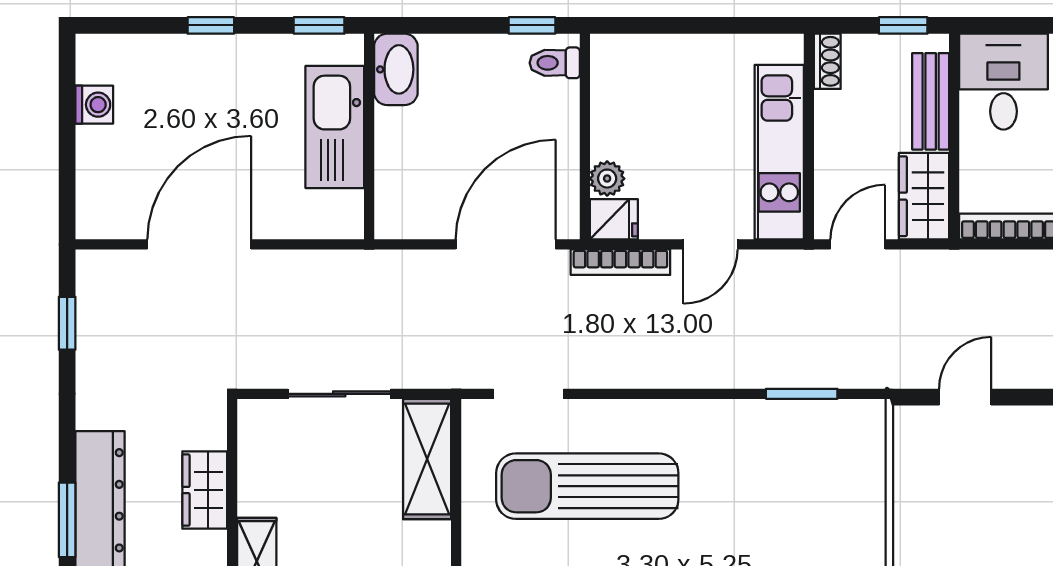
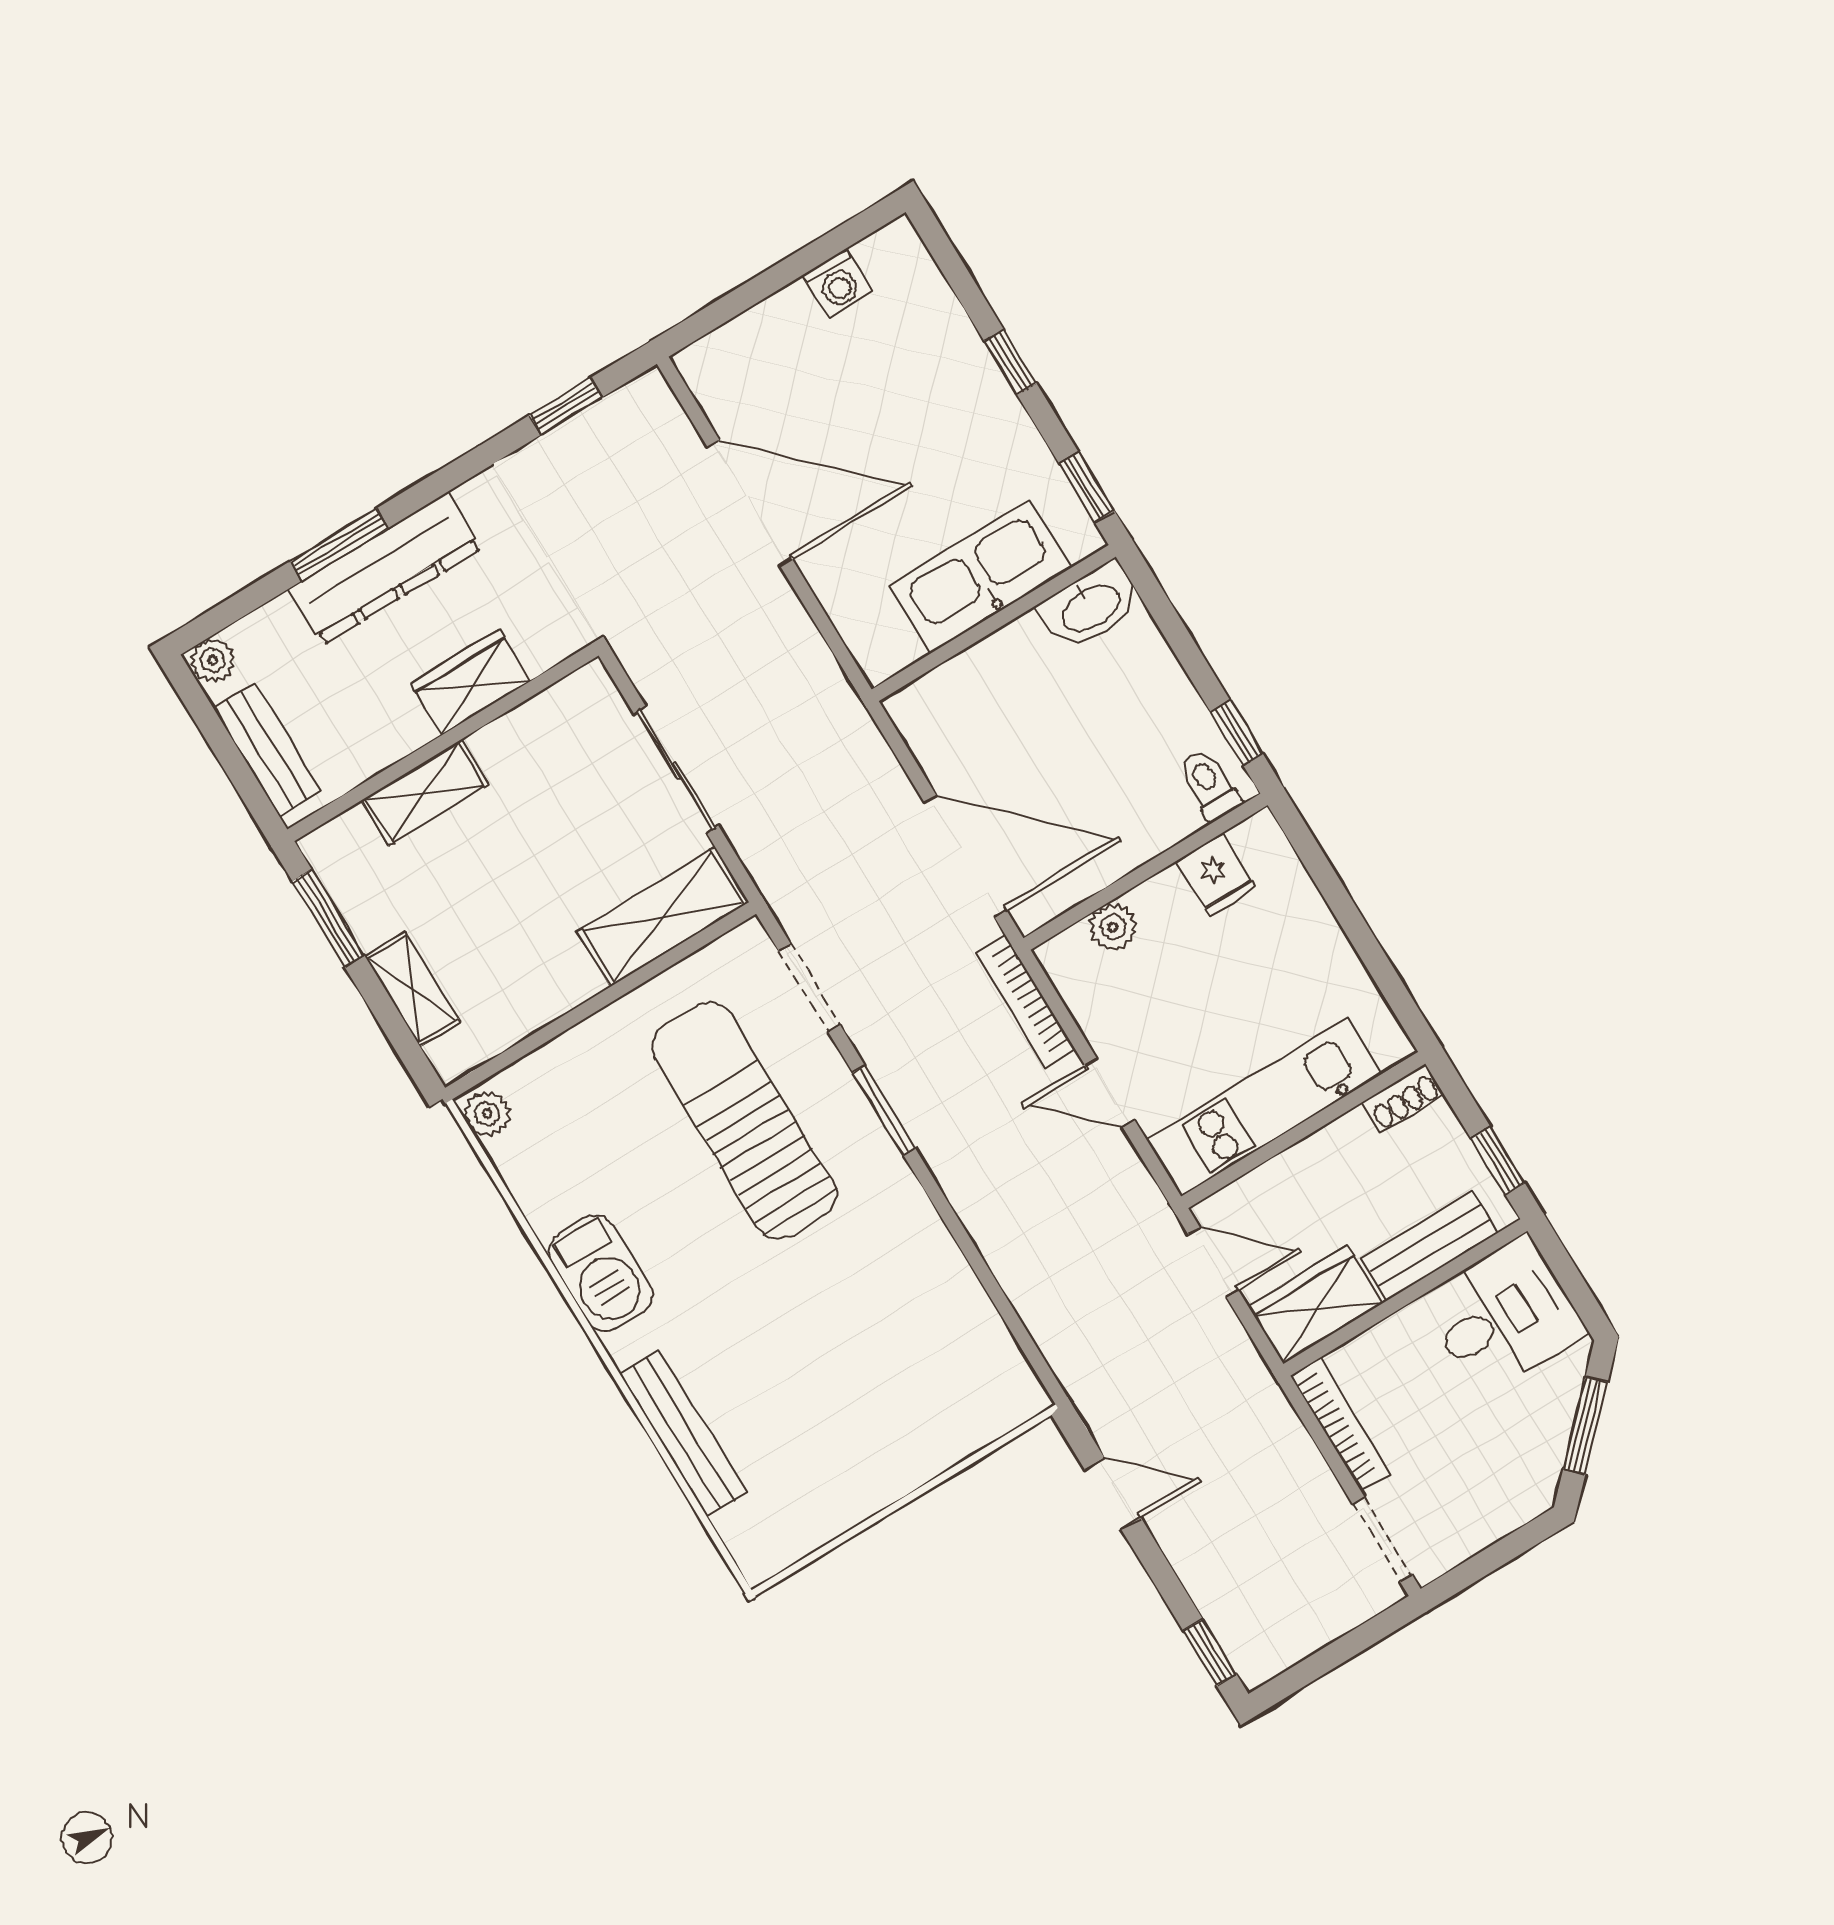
fridge: (614, 219) -> (1216, 875), moved
window: (802, 394) -> (884, 1110), moved

